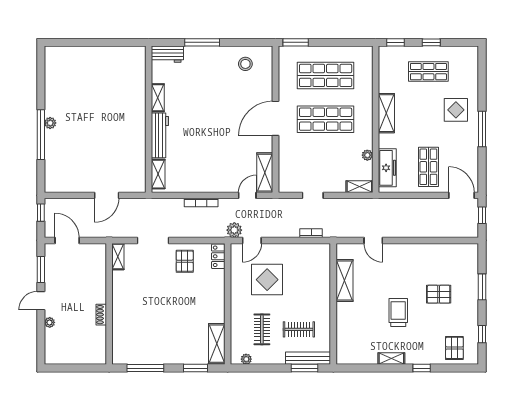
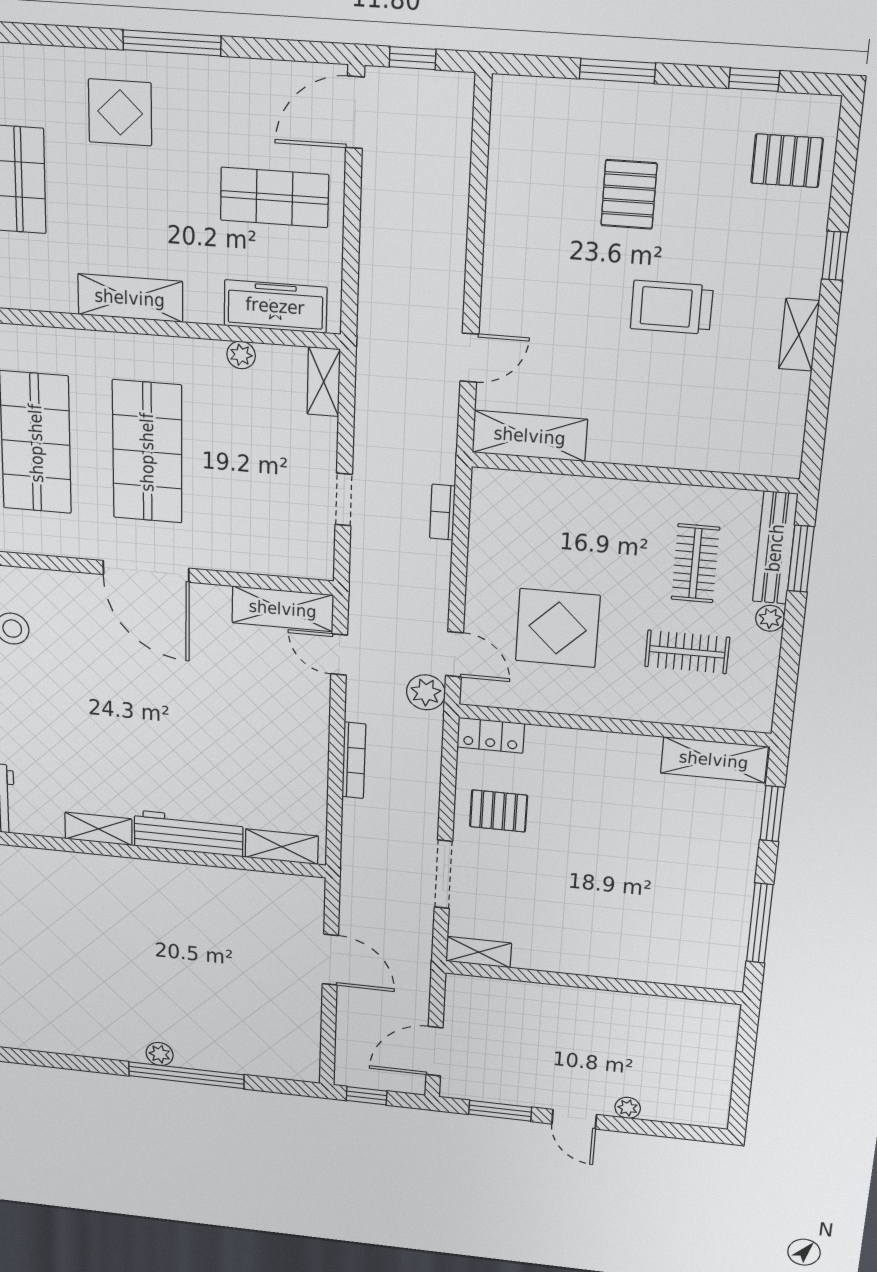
shelving: (345, 280) -> (530, 436), moved
shoe rack: (101, 315) -> (618, 1002), removed
plant: (246, 359) -> (770, 618), moved

